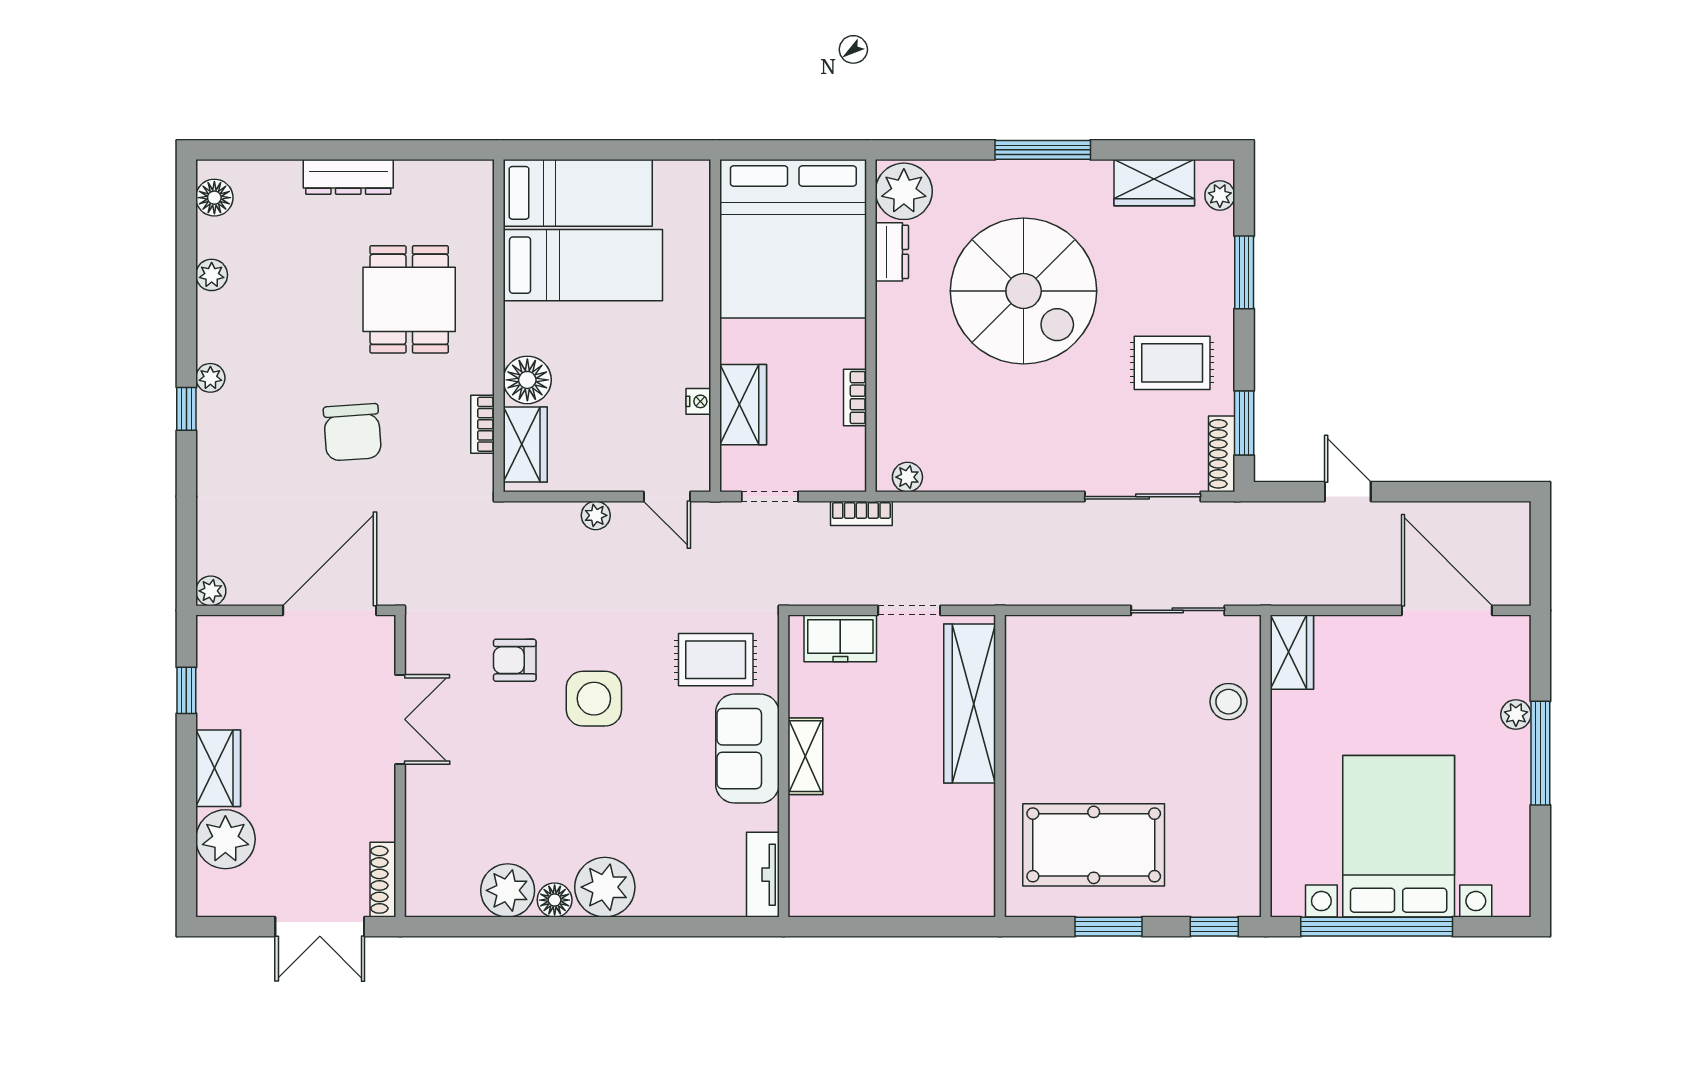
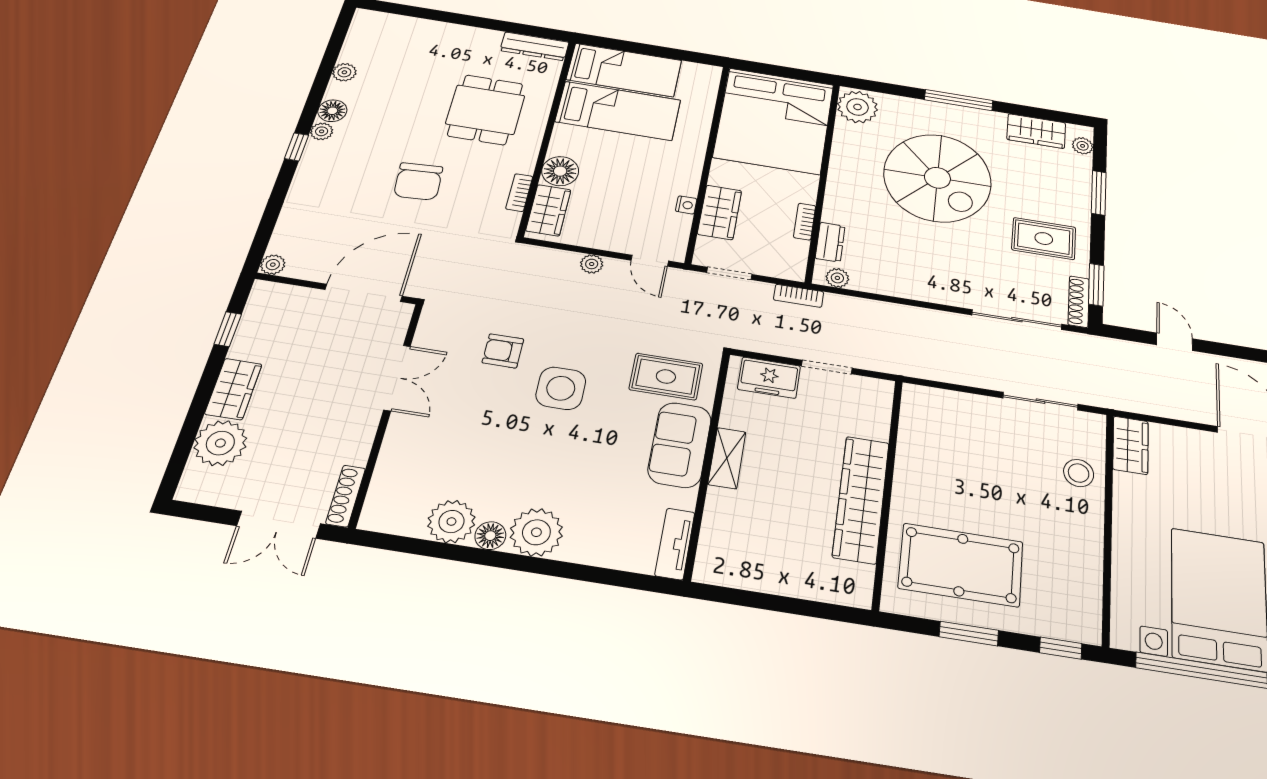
dresser: (348, 177) -> (535, 46), moved
floor lamp: (214, 198) -> (332, 111), moved
dresser: (892, 252) -> (830, 242), moved
wardrobe: (970, 703) -> (861, 499), moved

